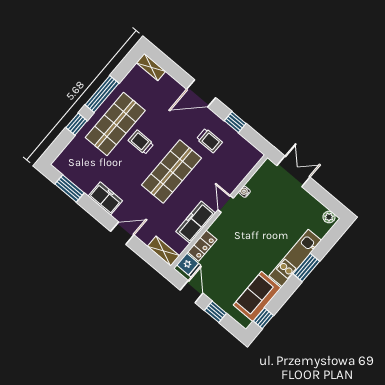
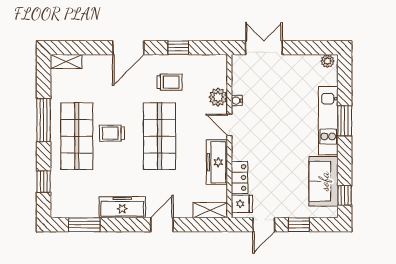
window: (77, 124) -> (44, 181), moved
plant: (234, 179) -> (218, 97), added
freezer: (105, 198) -> (122, 207), width x1.40
door: (192, 292) -> (264, 225), swing flipped

